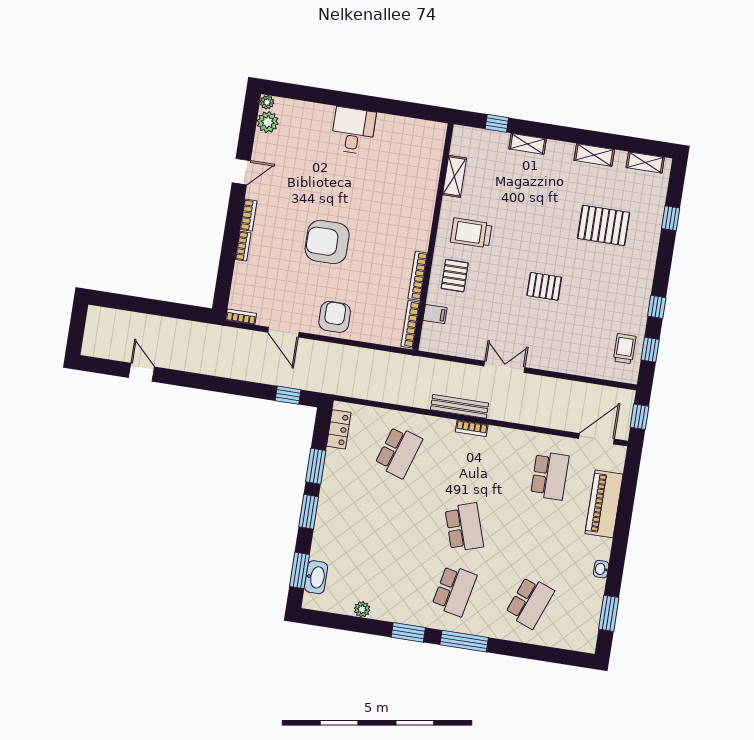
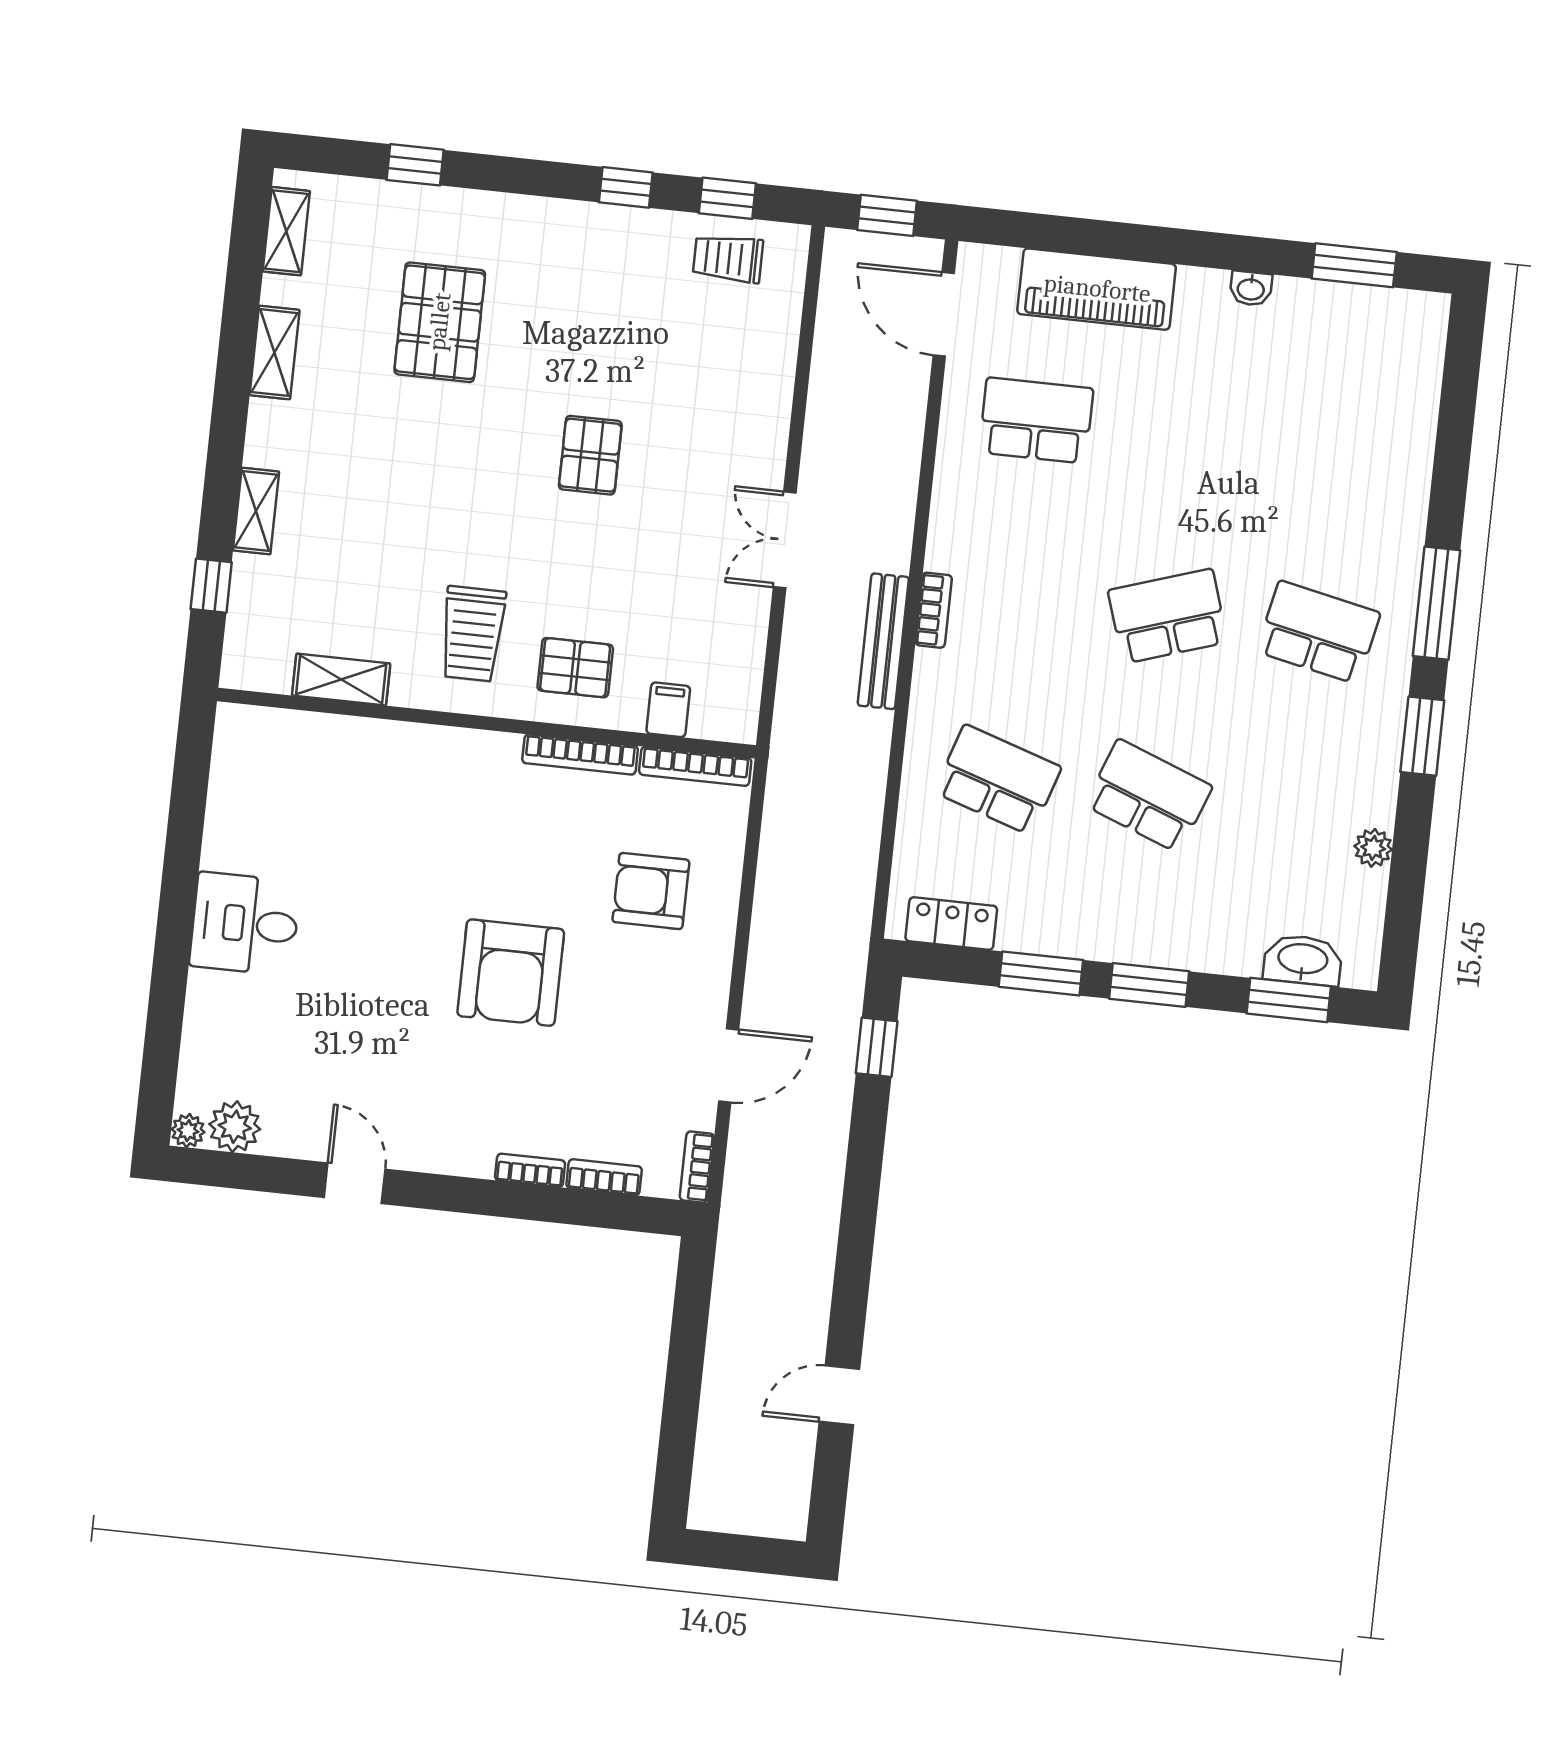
bookcase: (248, 215) -> (604, 1177), moved
armchair: (335, 317) -> (651, 891), moved
school desk: (530, 602) -> (1148, 796), moved

